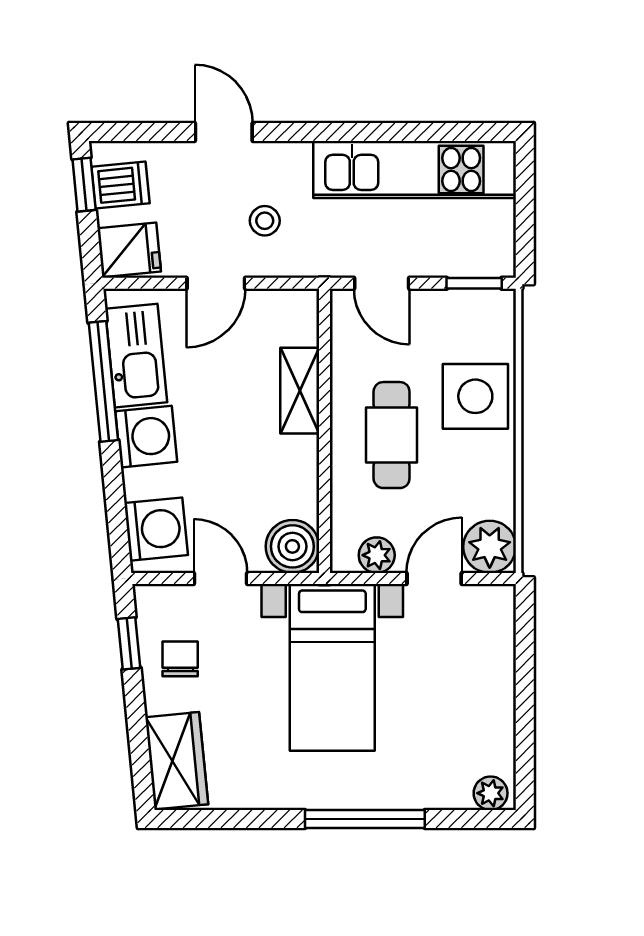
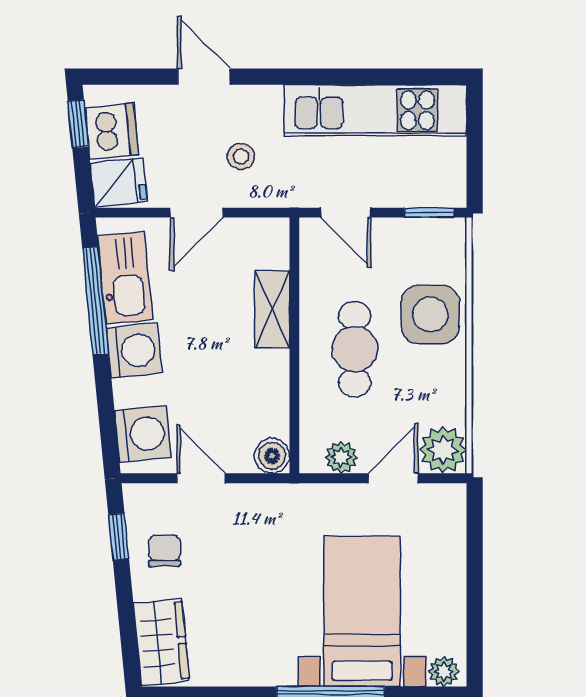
dishwasher: (120, 185) -> (112, 131), width x1.38
boiler: (292, 546) -> (272, 456), width x0.73, depth x0.73
bed with nightstands: (332, 667) -> (362, 611), moved, turned 180

